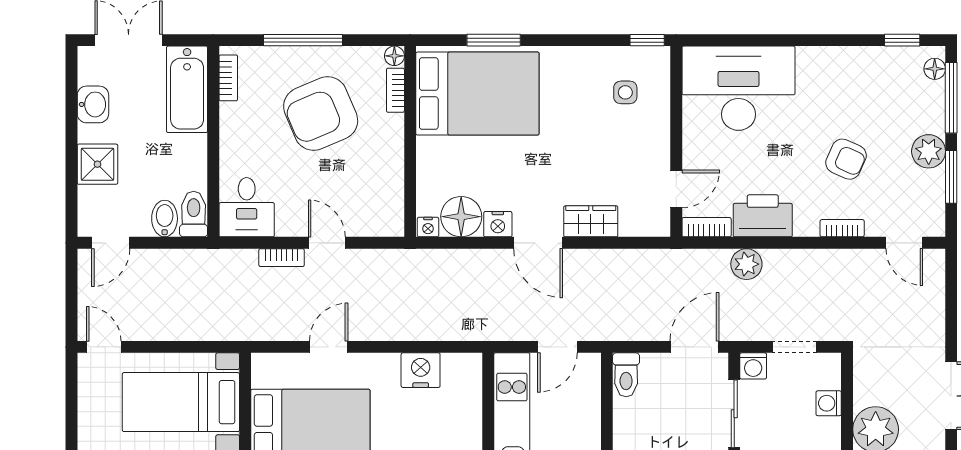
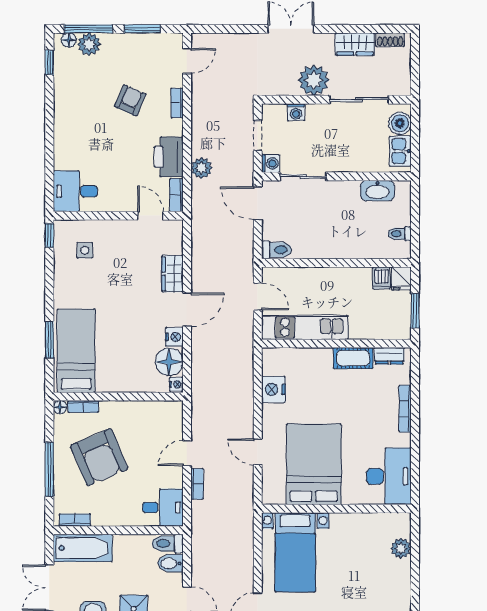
desk: (738, 88) -> (75, 191), width x0.53, depth x0.77
bed: (477, 94) -> (76, 351), width x0.67
plant: (929, 151) -> (89, 44), moved

